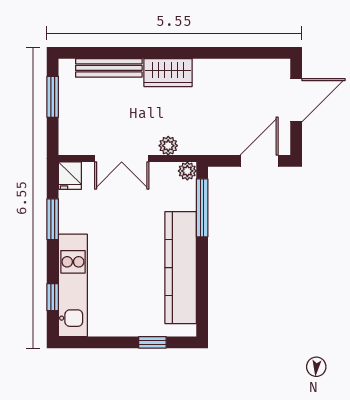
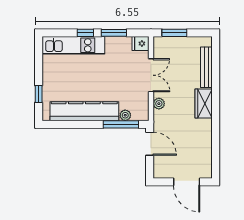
window: (53, 97) -> (174, 33), moved
double door: (122, 158) -> (151, 75), swing flipped
door: (259, 161) -> (150, 144), moved
plant: (187, 171) -> (125, 115), moved
window: (53, 297) -> (85, 33), moved

